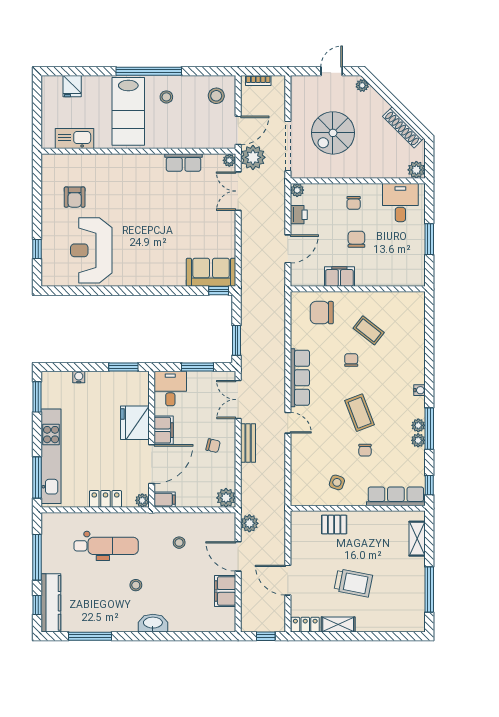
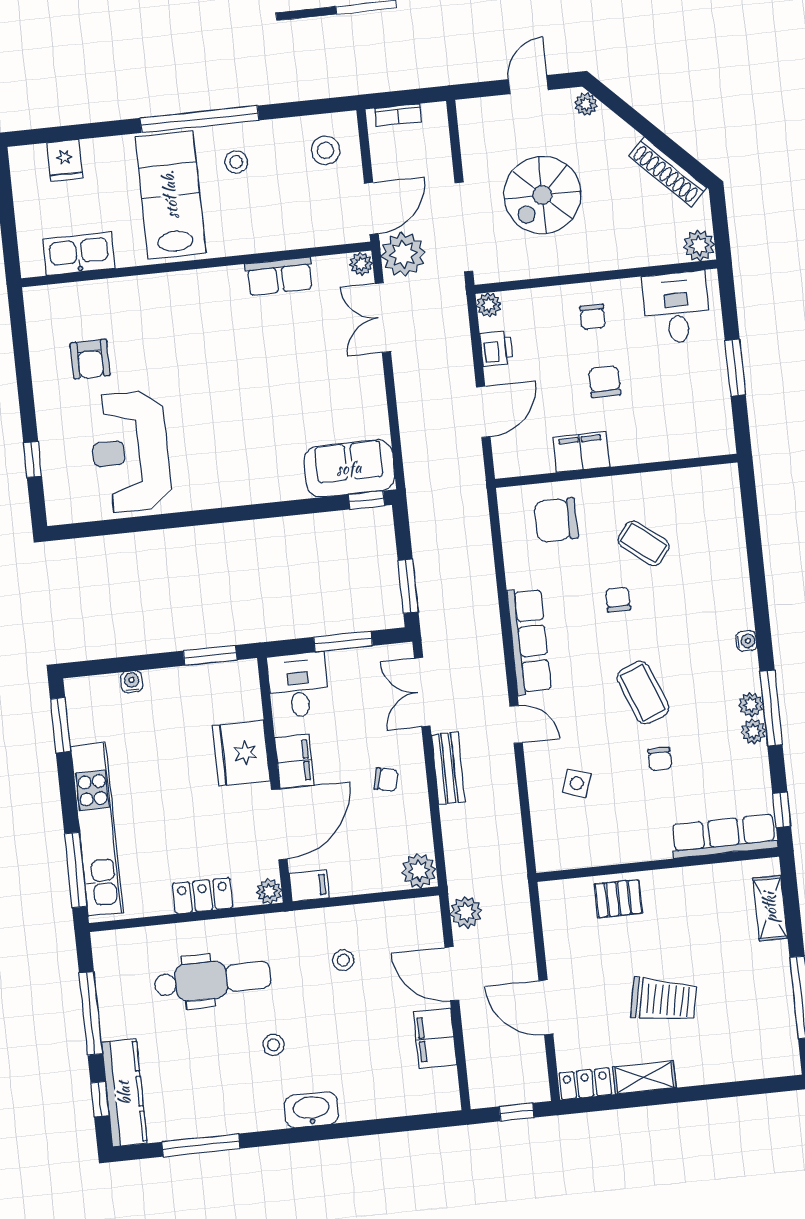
lab bench: (128, 111) -> (170, 195), turned 180
side table: (337, 482) -> (577, 783), moved

